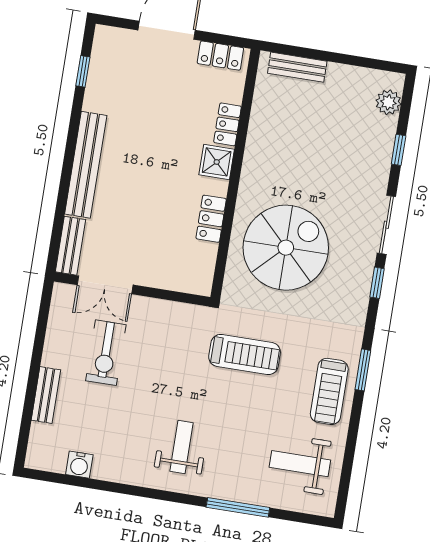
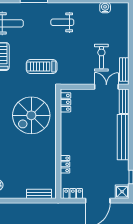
shower: (217, 162) -> (122, 192), moved
locker: (211, 219) -> (65, 102), moved
bench: (46, 395) -> (124, 69), moved
weight bench: (181, 447) -> (62, 22), turned 90

